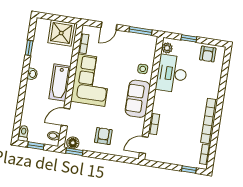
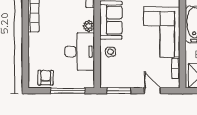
door: (109, 26) -> (152, 91), hinge flipped
window: (189, 38) -> (68, 91), width x2.17
plant: (167, 48) -> (89, 26), moved

